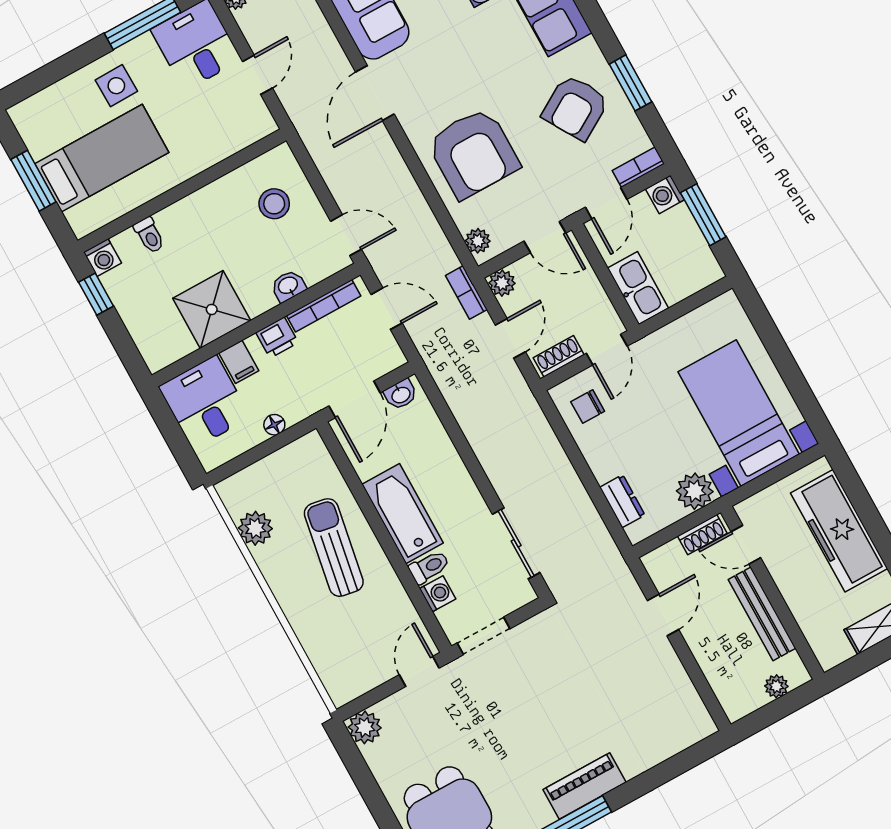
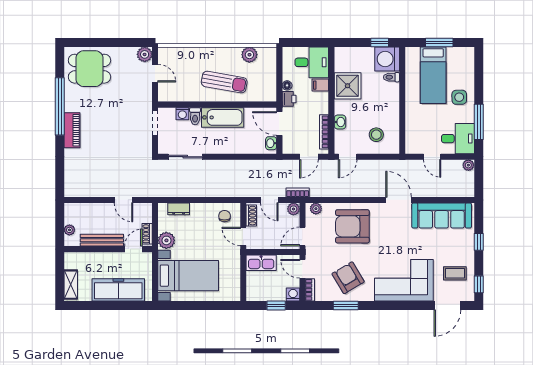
window: (703, 215) -> (276, 305), width x0.67
washing machine: (102, 258) -> (387, 59), width x1.89, depth x1.89
printer: (277, 338) -> (289, 99), moved, turned 180
door: (419, 671) -> (155, 73), moved

